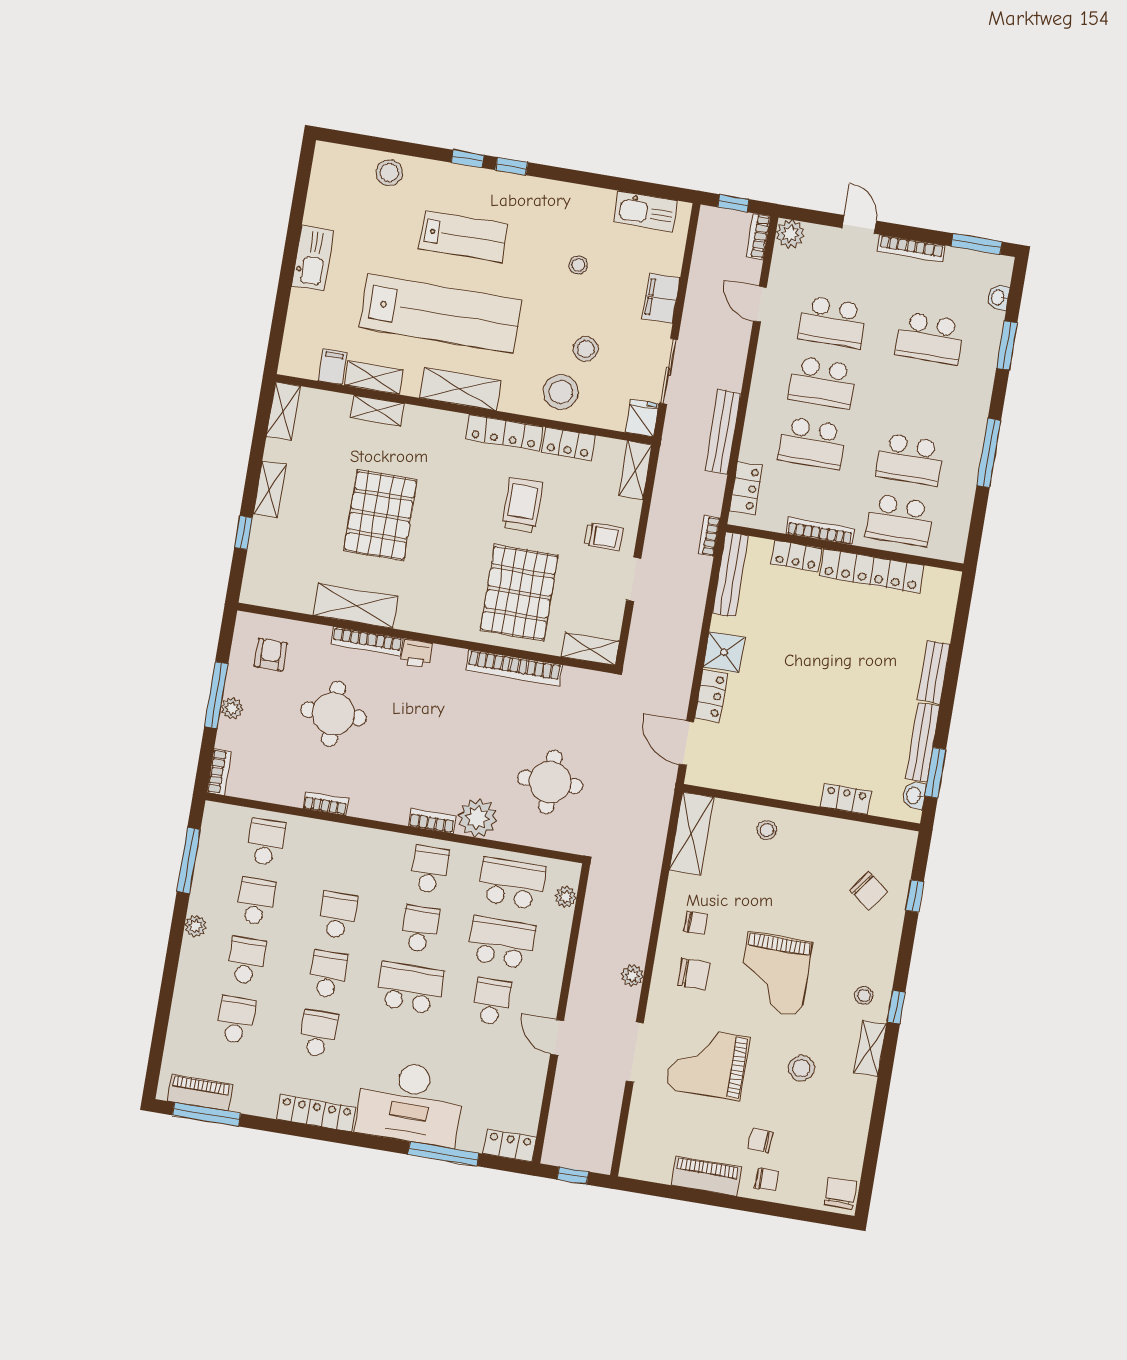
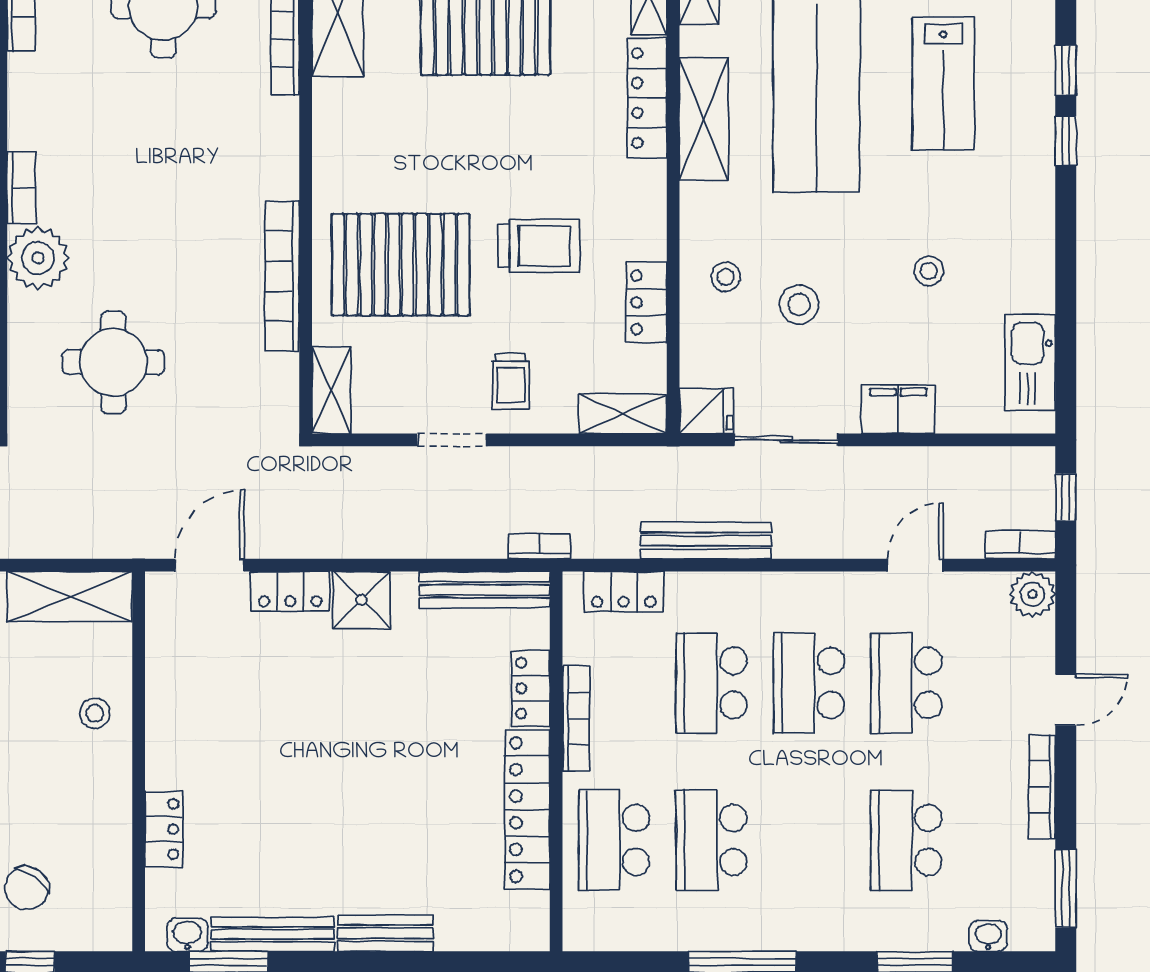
stool: (561, 392) -> (726, 277), width x0.53, depth x0.53
locker: (504, 433) -> (647, 98), moved
printer: (417, 653) -> (279, 120), removed

